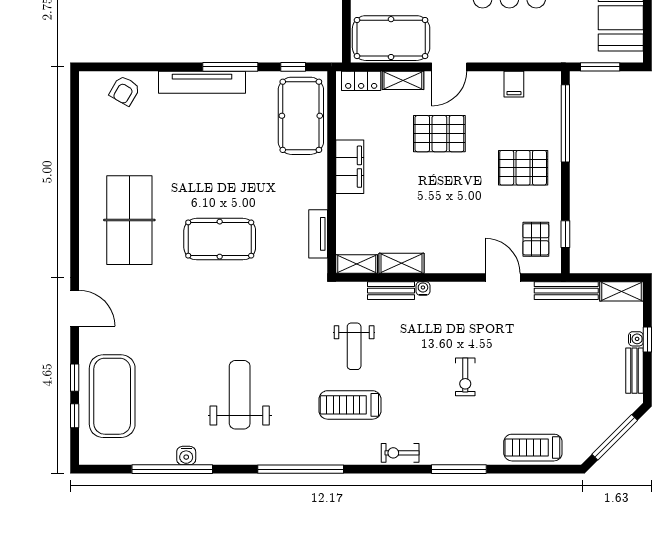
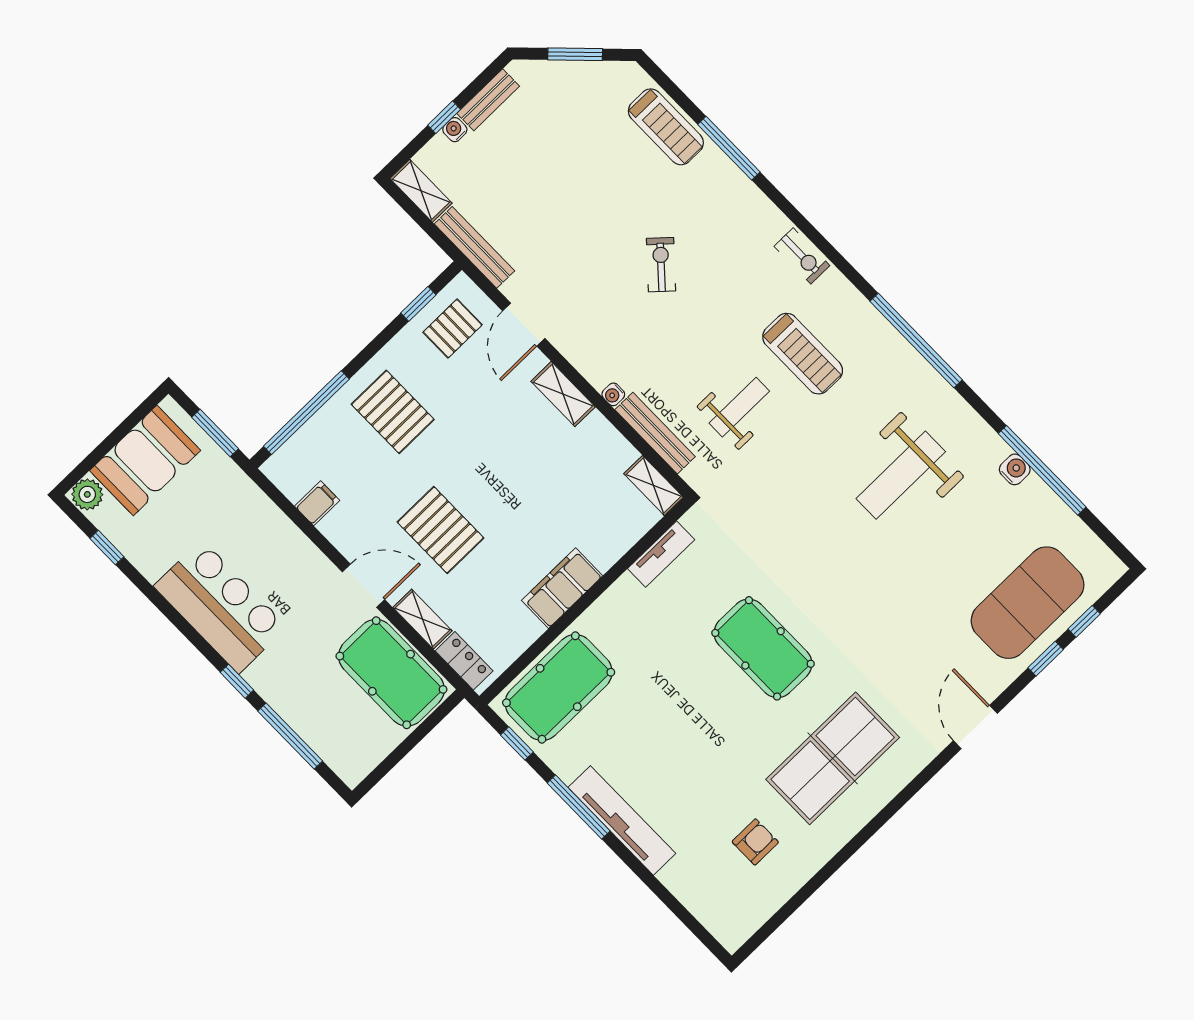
armchair: (125, 91) -> (755, 842), moved, turned -30
shelving: (402, 263) -> (563, 394), moved
bench: (391, 291) -> (655, 433), width x1.36
exercise bike: (465, 377) -> (661, 265), turned -48
window: (615, 437) -> (575, 54), width x0.69
window: (459, 469) -> (729, 148), moved

